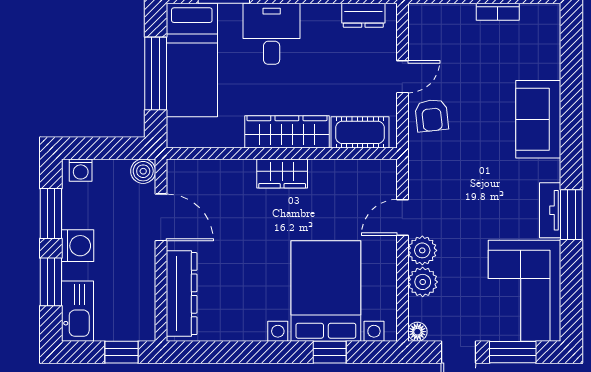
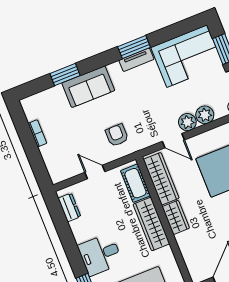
window: (571, 91) -> (65, 75), added
armchair: (432, 115) -> (117, 135), moved, turned -84
wardrobe: (351, 175) -> (161, 179), added

